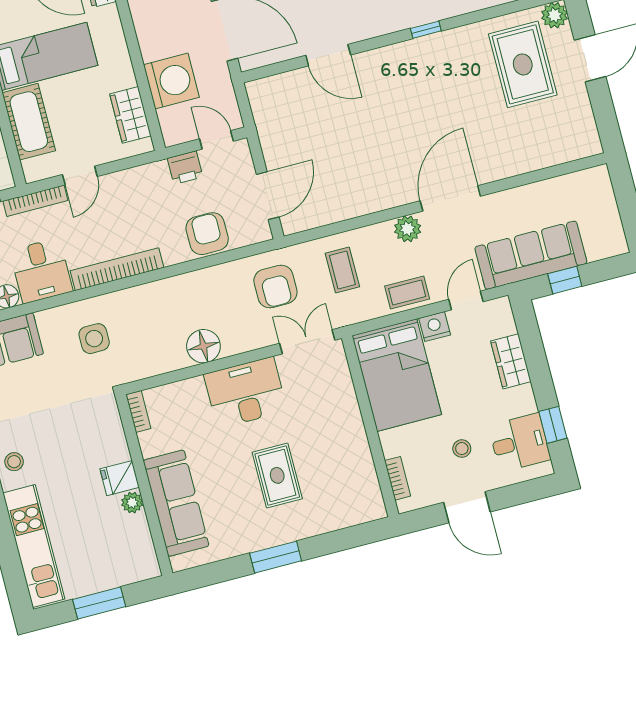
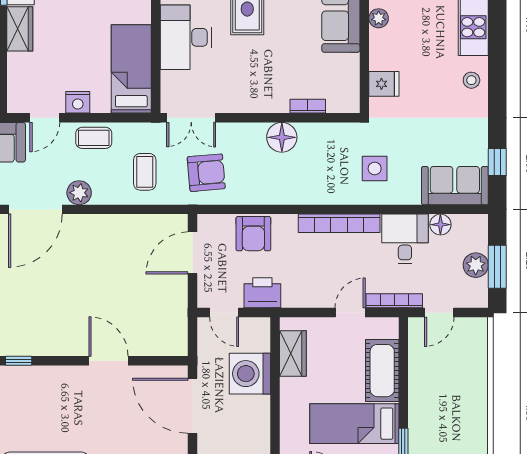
printer: (185, 168) -> (262, 293), width x1.36, depth x1.24
armchair: (275, 286) -> (206, 173), turned 85
wardrobe: (511, 361) -> (20, 29), moved
bed: (397, 375) -> (131, 69), width x0.67
desk: (245, 393) -> (186, 37), moved, turned 90
bookcase: (138, 411) -> (308, 106), moved, turned 90
fridge: (120, 478) -> (384, 84), moved

